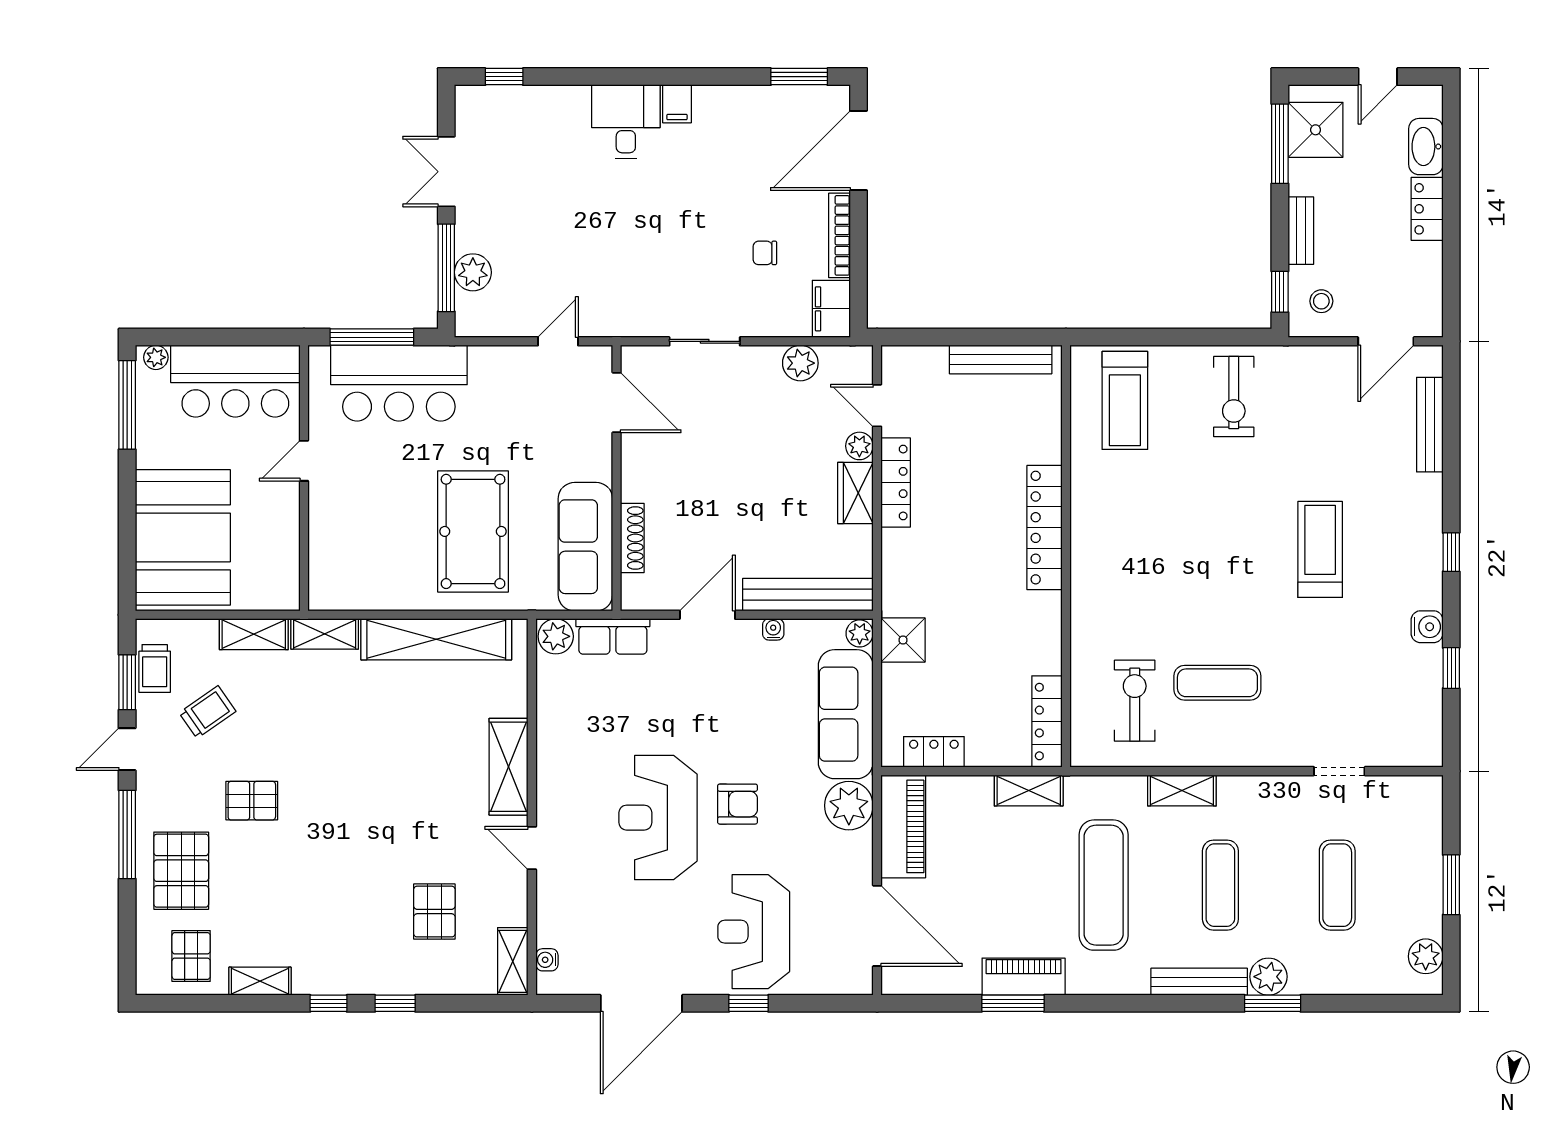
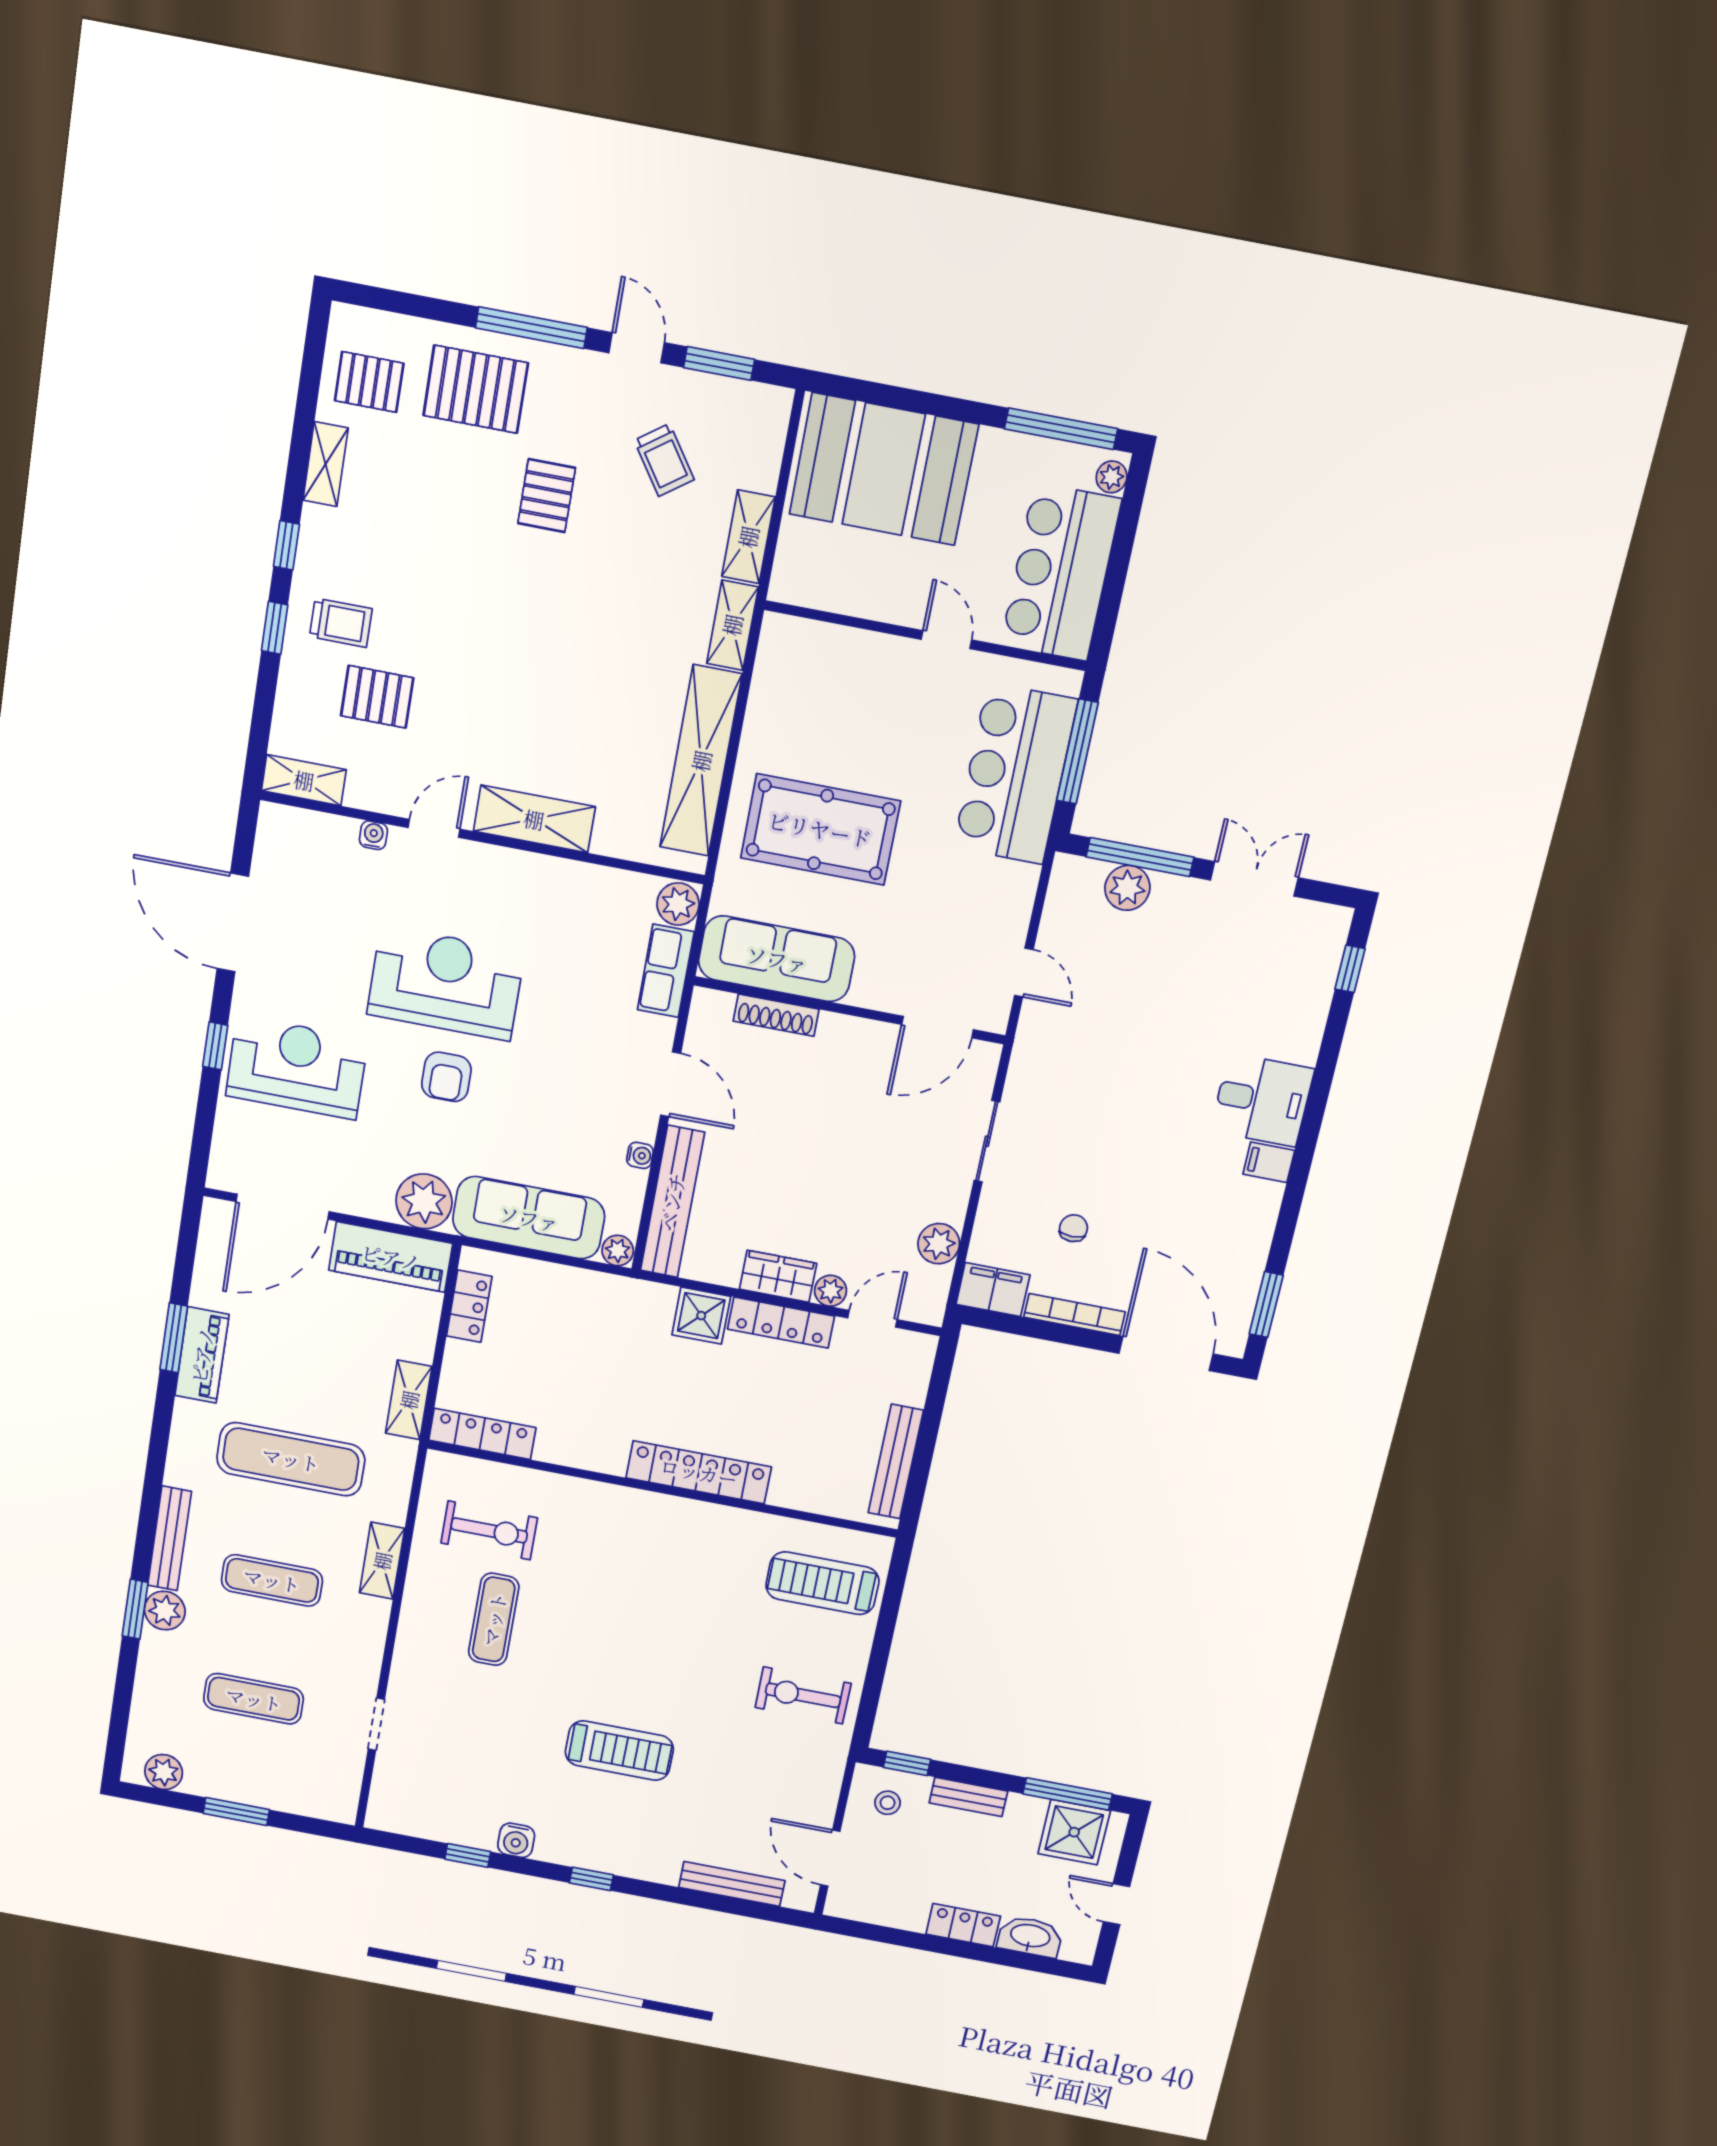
shower: (903, 640) -> (701, 1316), moved
trolley: (155, 668) -> (341, 623), moved, turned 180
water cooler: (547, 960) -> (373, 835), moved

